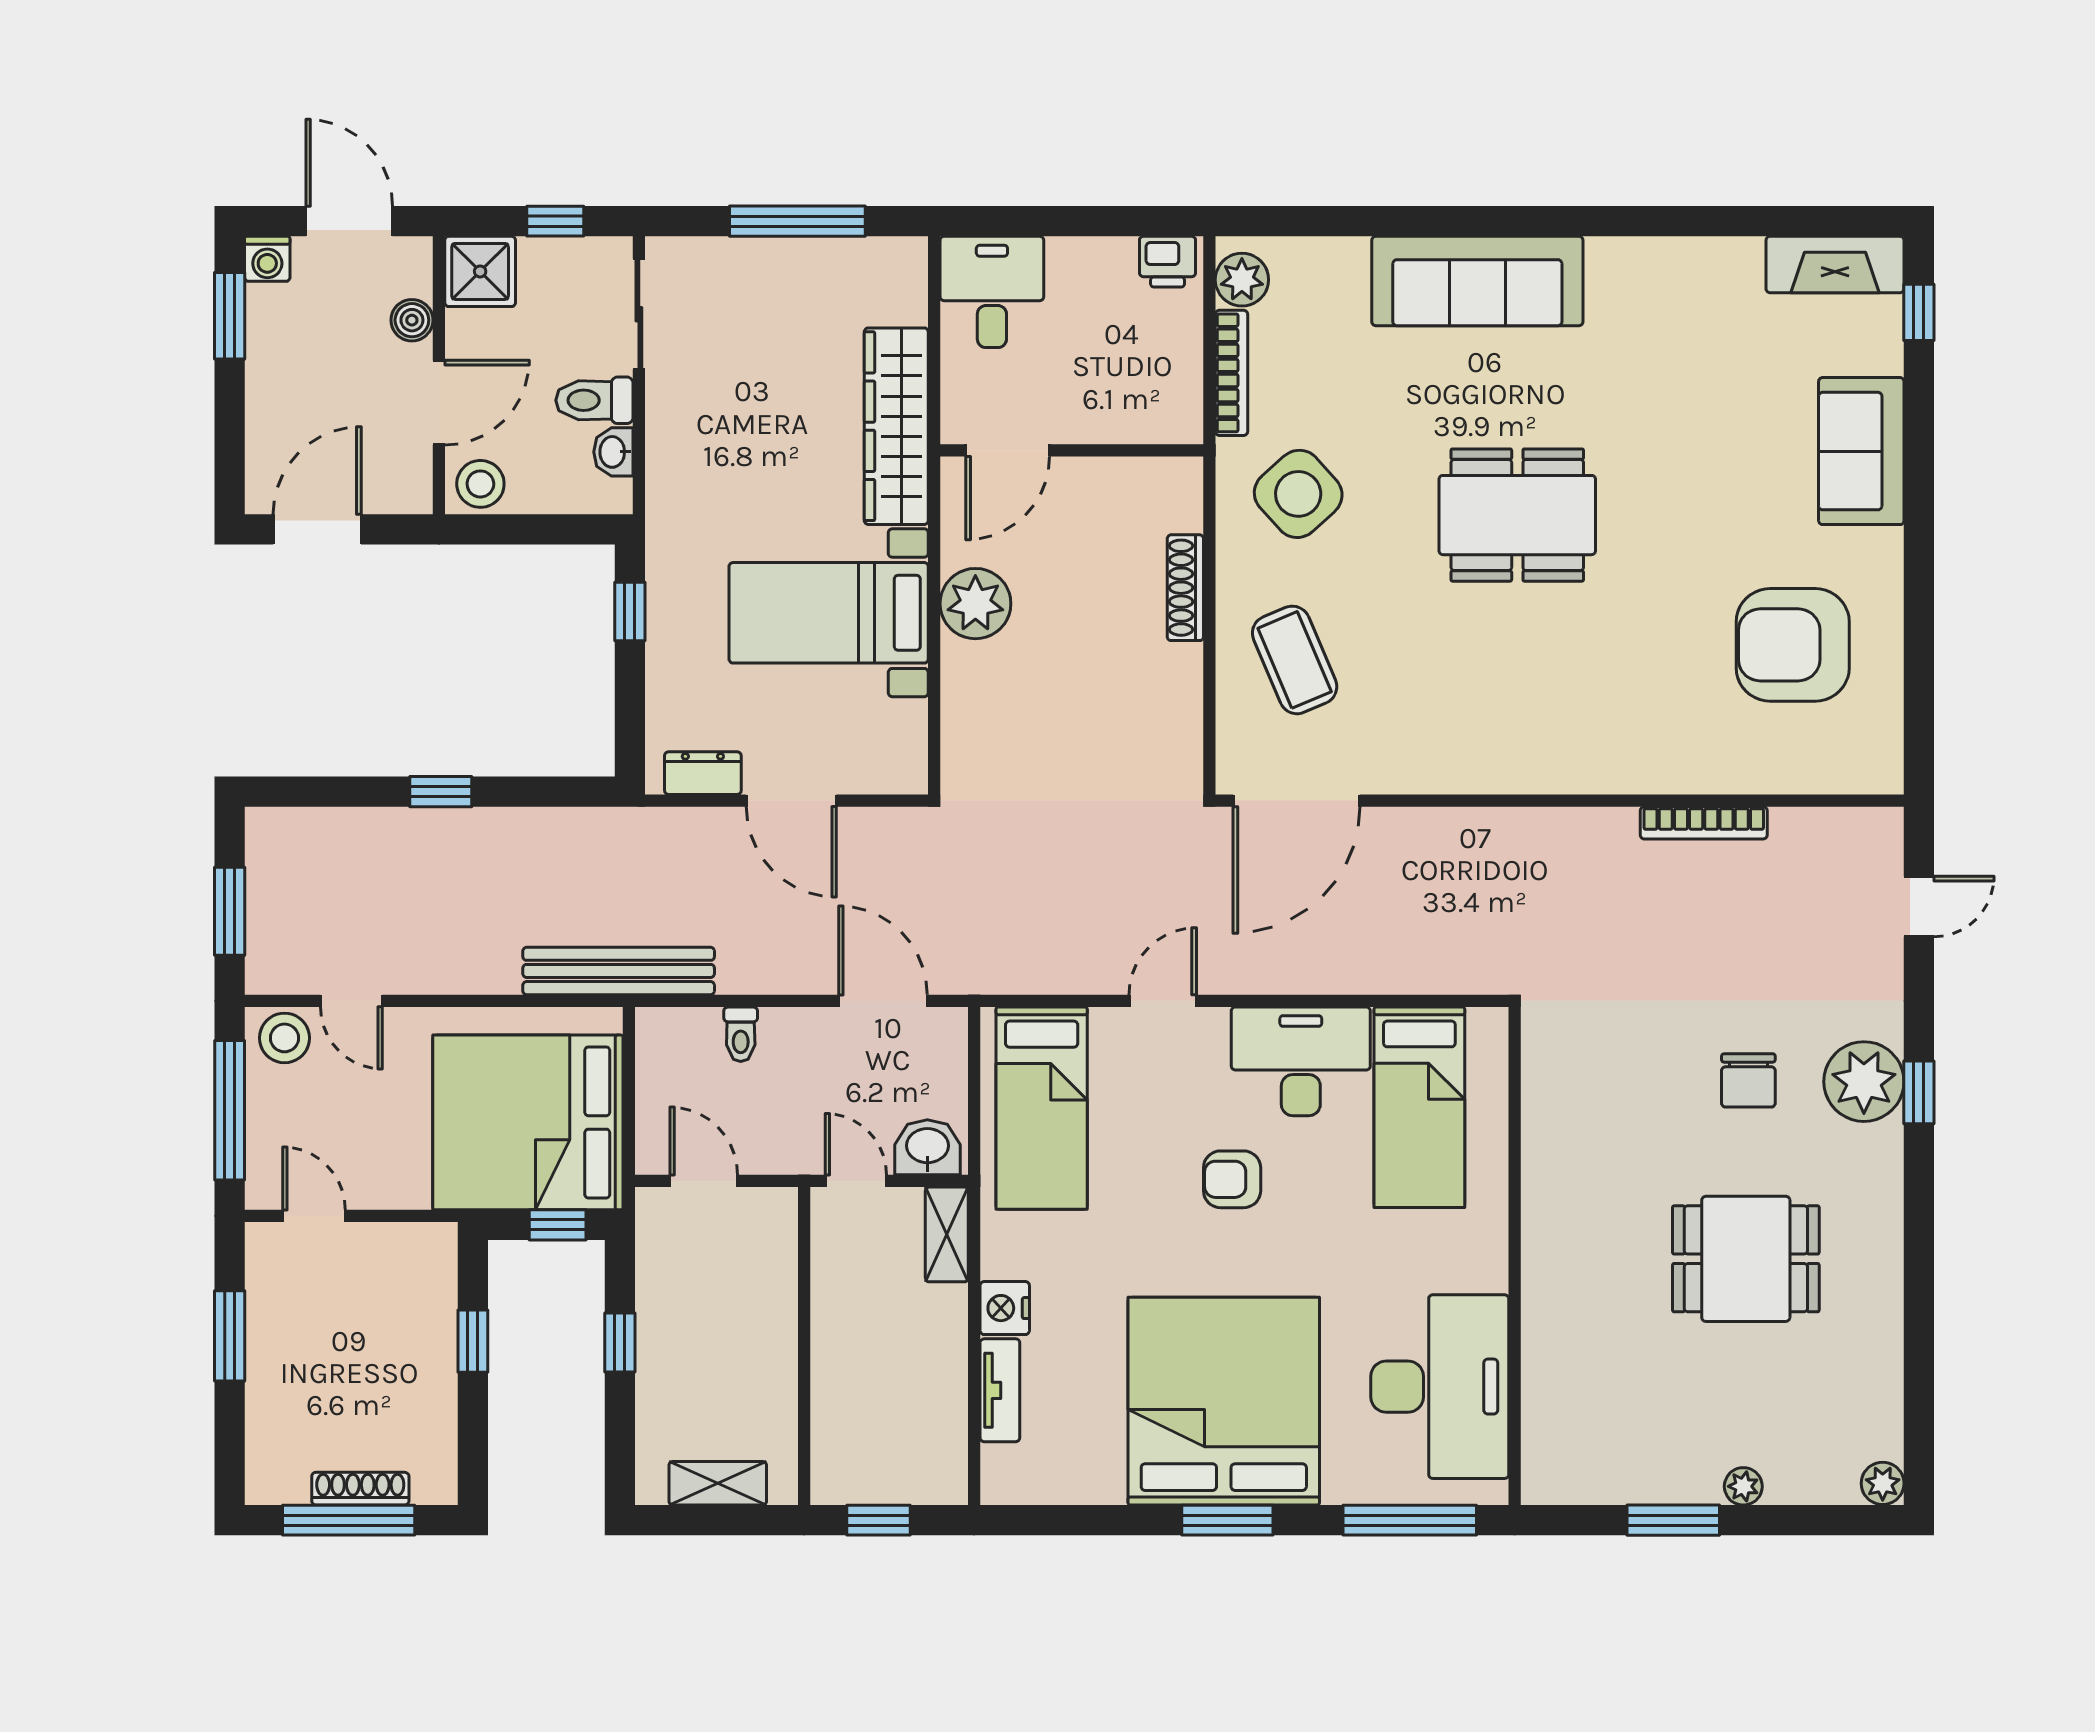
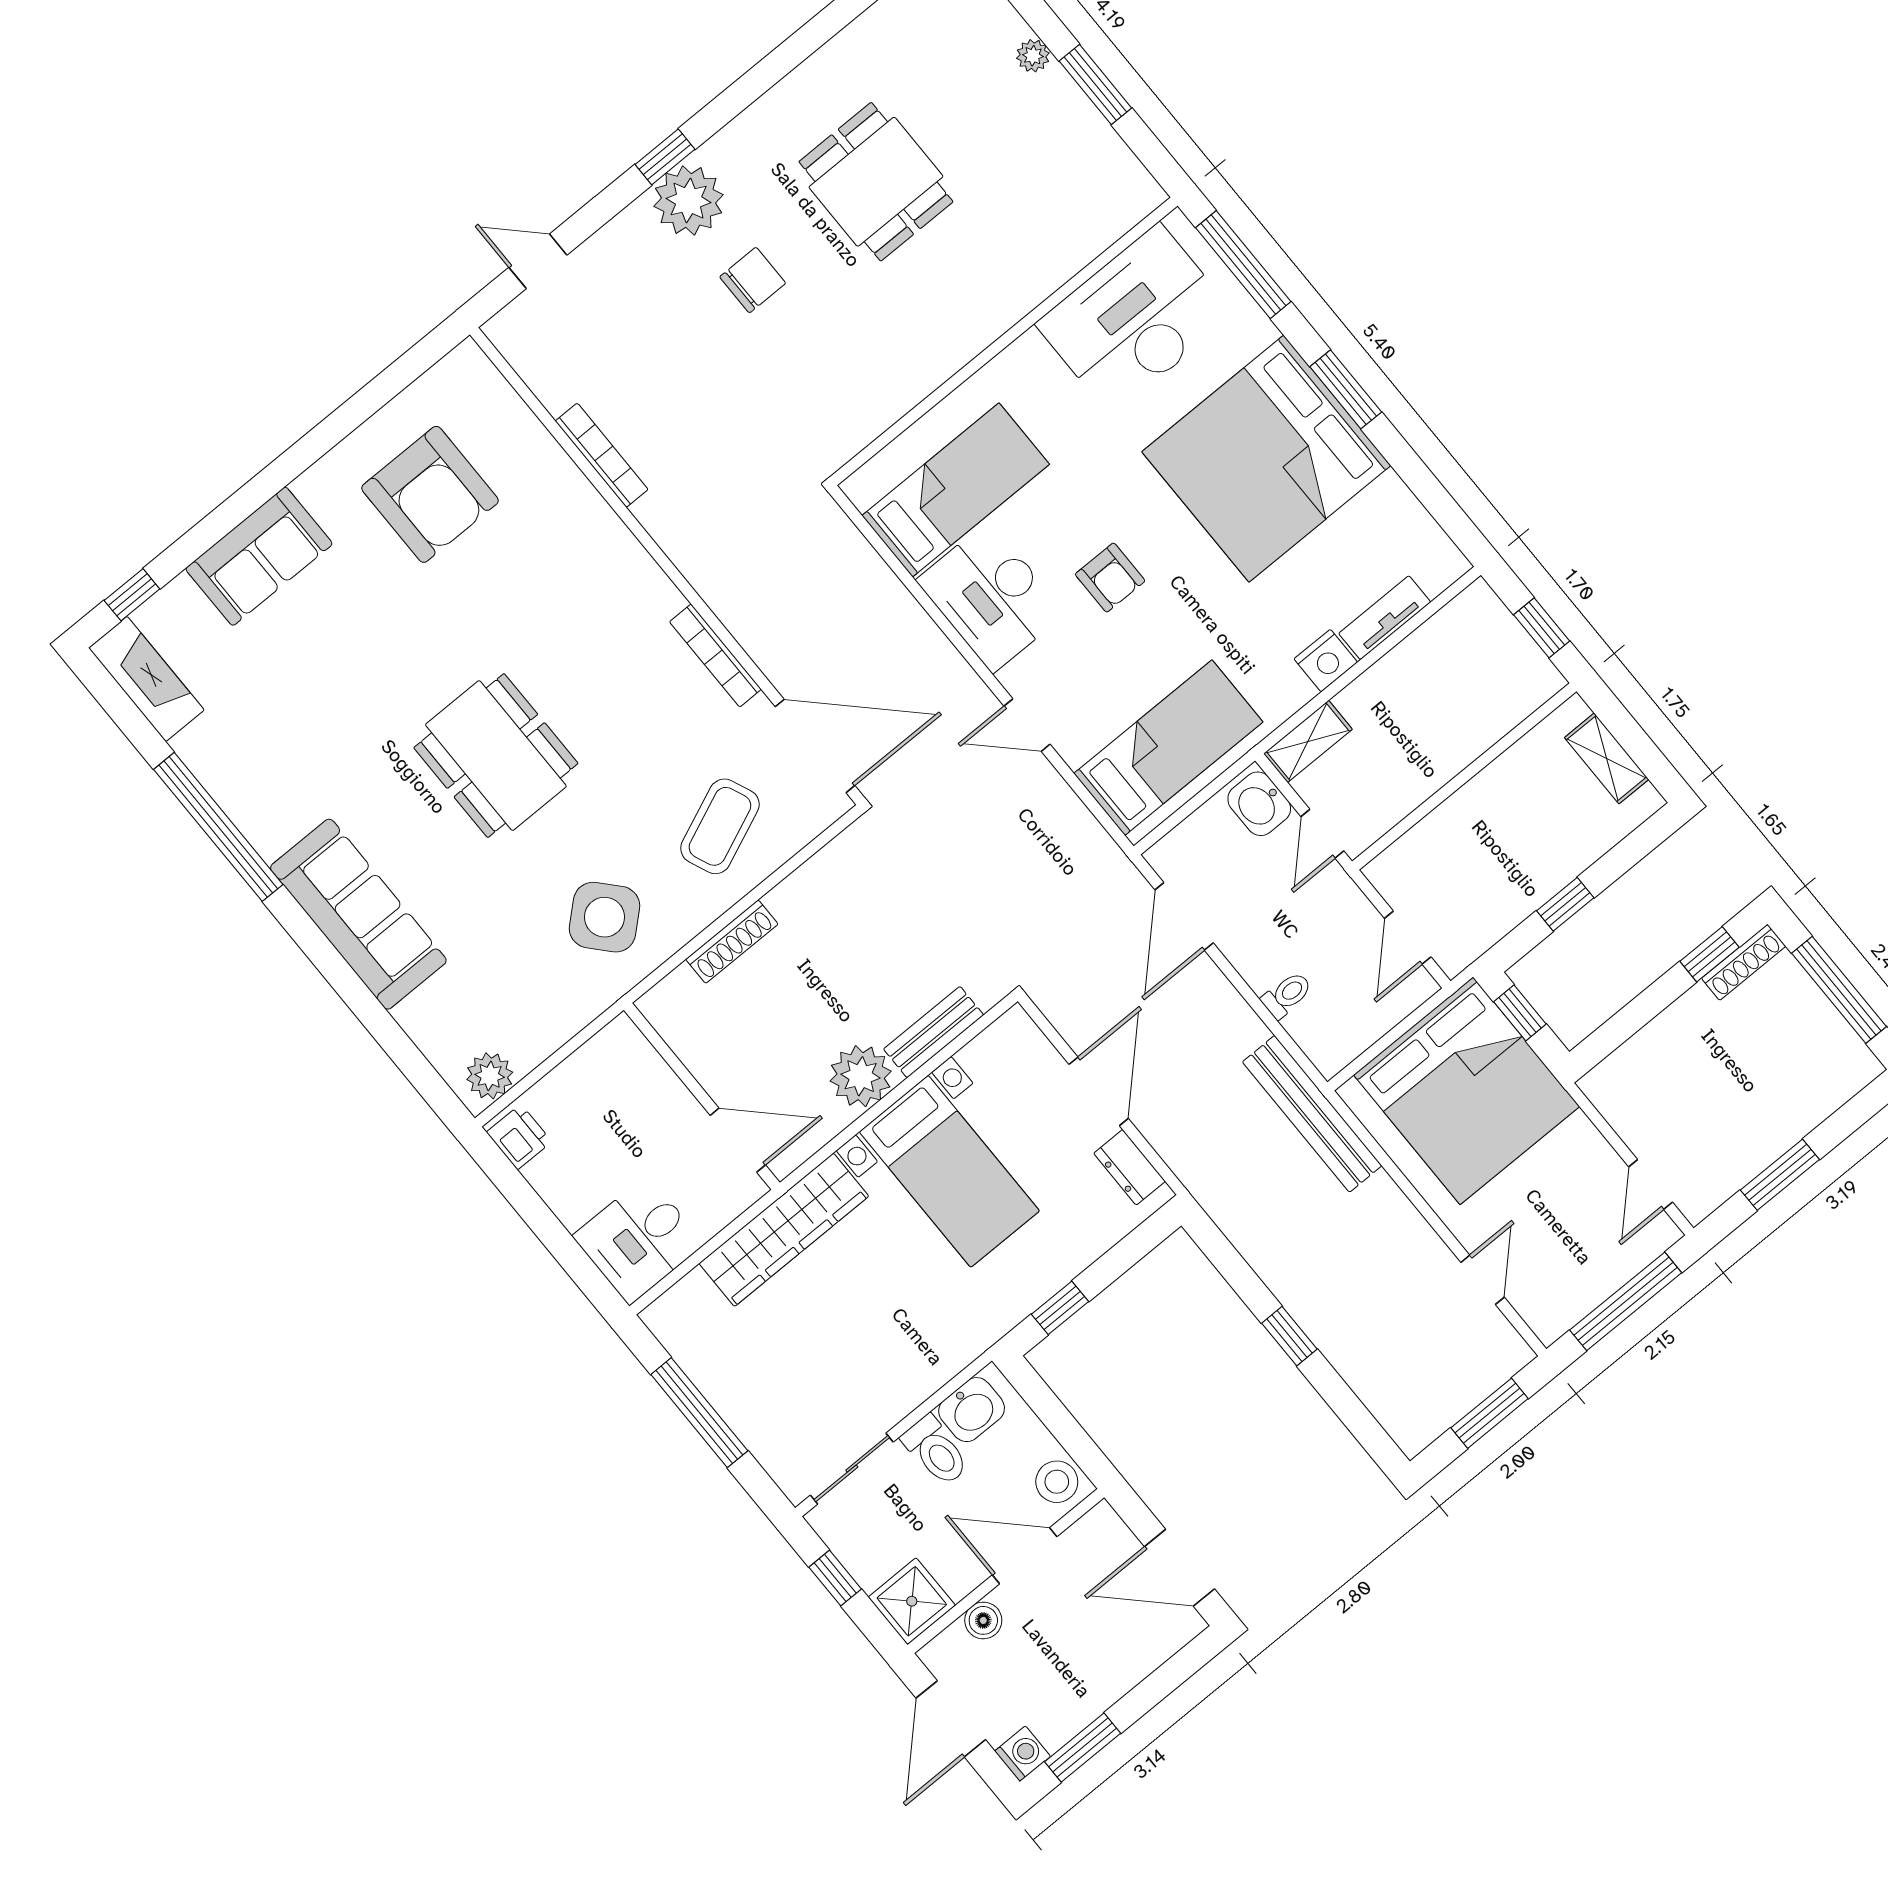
window: (1654, 221) -> (218, 827), added
bookcase: (1231, 373) -> (715, 656), moved, turned -90
washbasin: (613, 452) -> (972, 1410), width x1.38, depth x1.45
bench: (962, 699) -> (934, 1032), added
stool: (284, 1038) -> (1545, 1305), removed
window: (473, 1341) -> (1709, 954), moved
shoe rack: (360, 1489) -> (1744, 962), moved, turned -90

